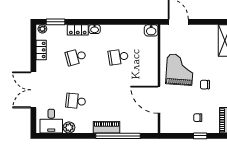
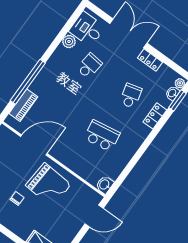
washbasin: (95, 29) -> (172, 93), moved
locker: (41, 50) -> (150, 60), moved
school desk: (118, 57) -> (102, 136), width x1.85
piano: (107, 127) -> (23, 105), moved

